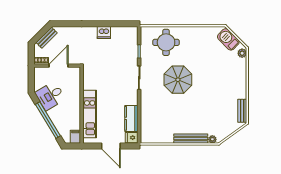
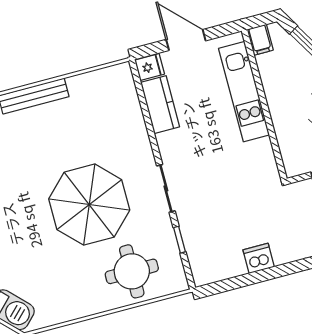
parasol: (178, 80) -> (89, 205), width x1.36, depth x1.36

